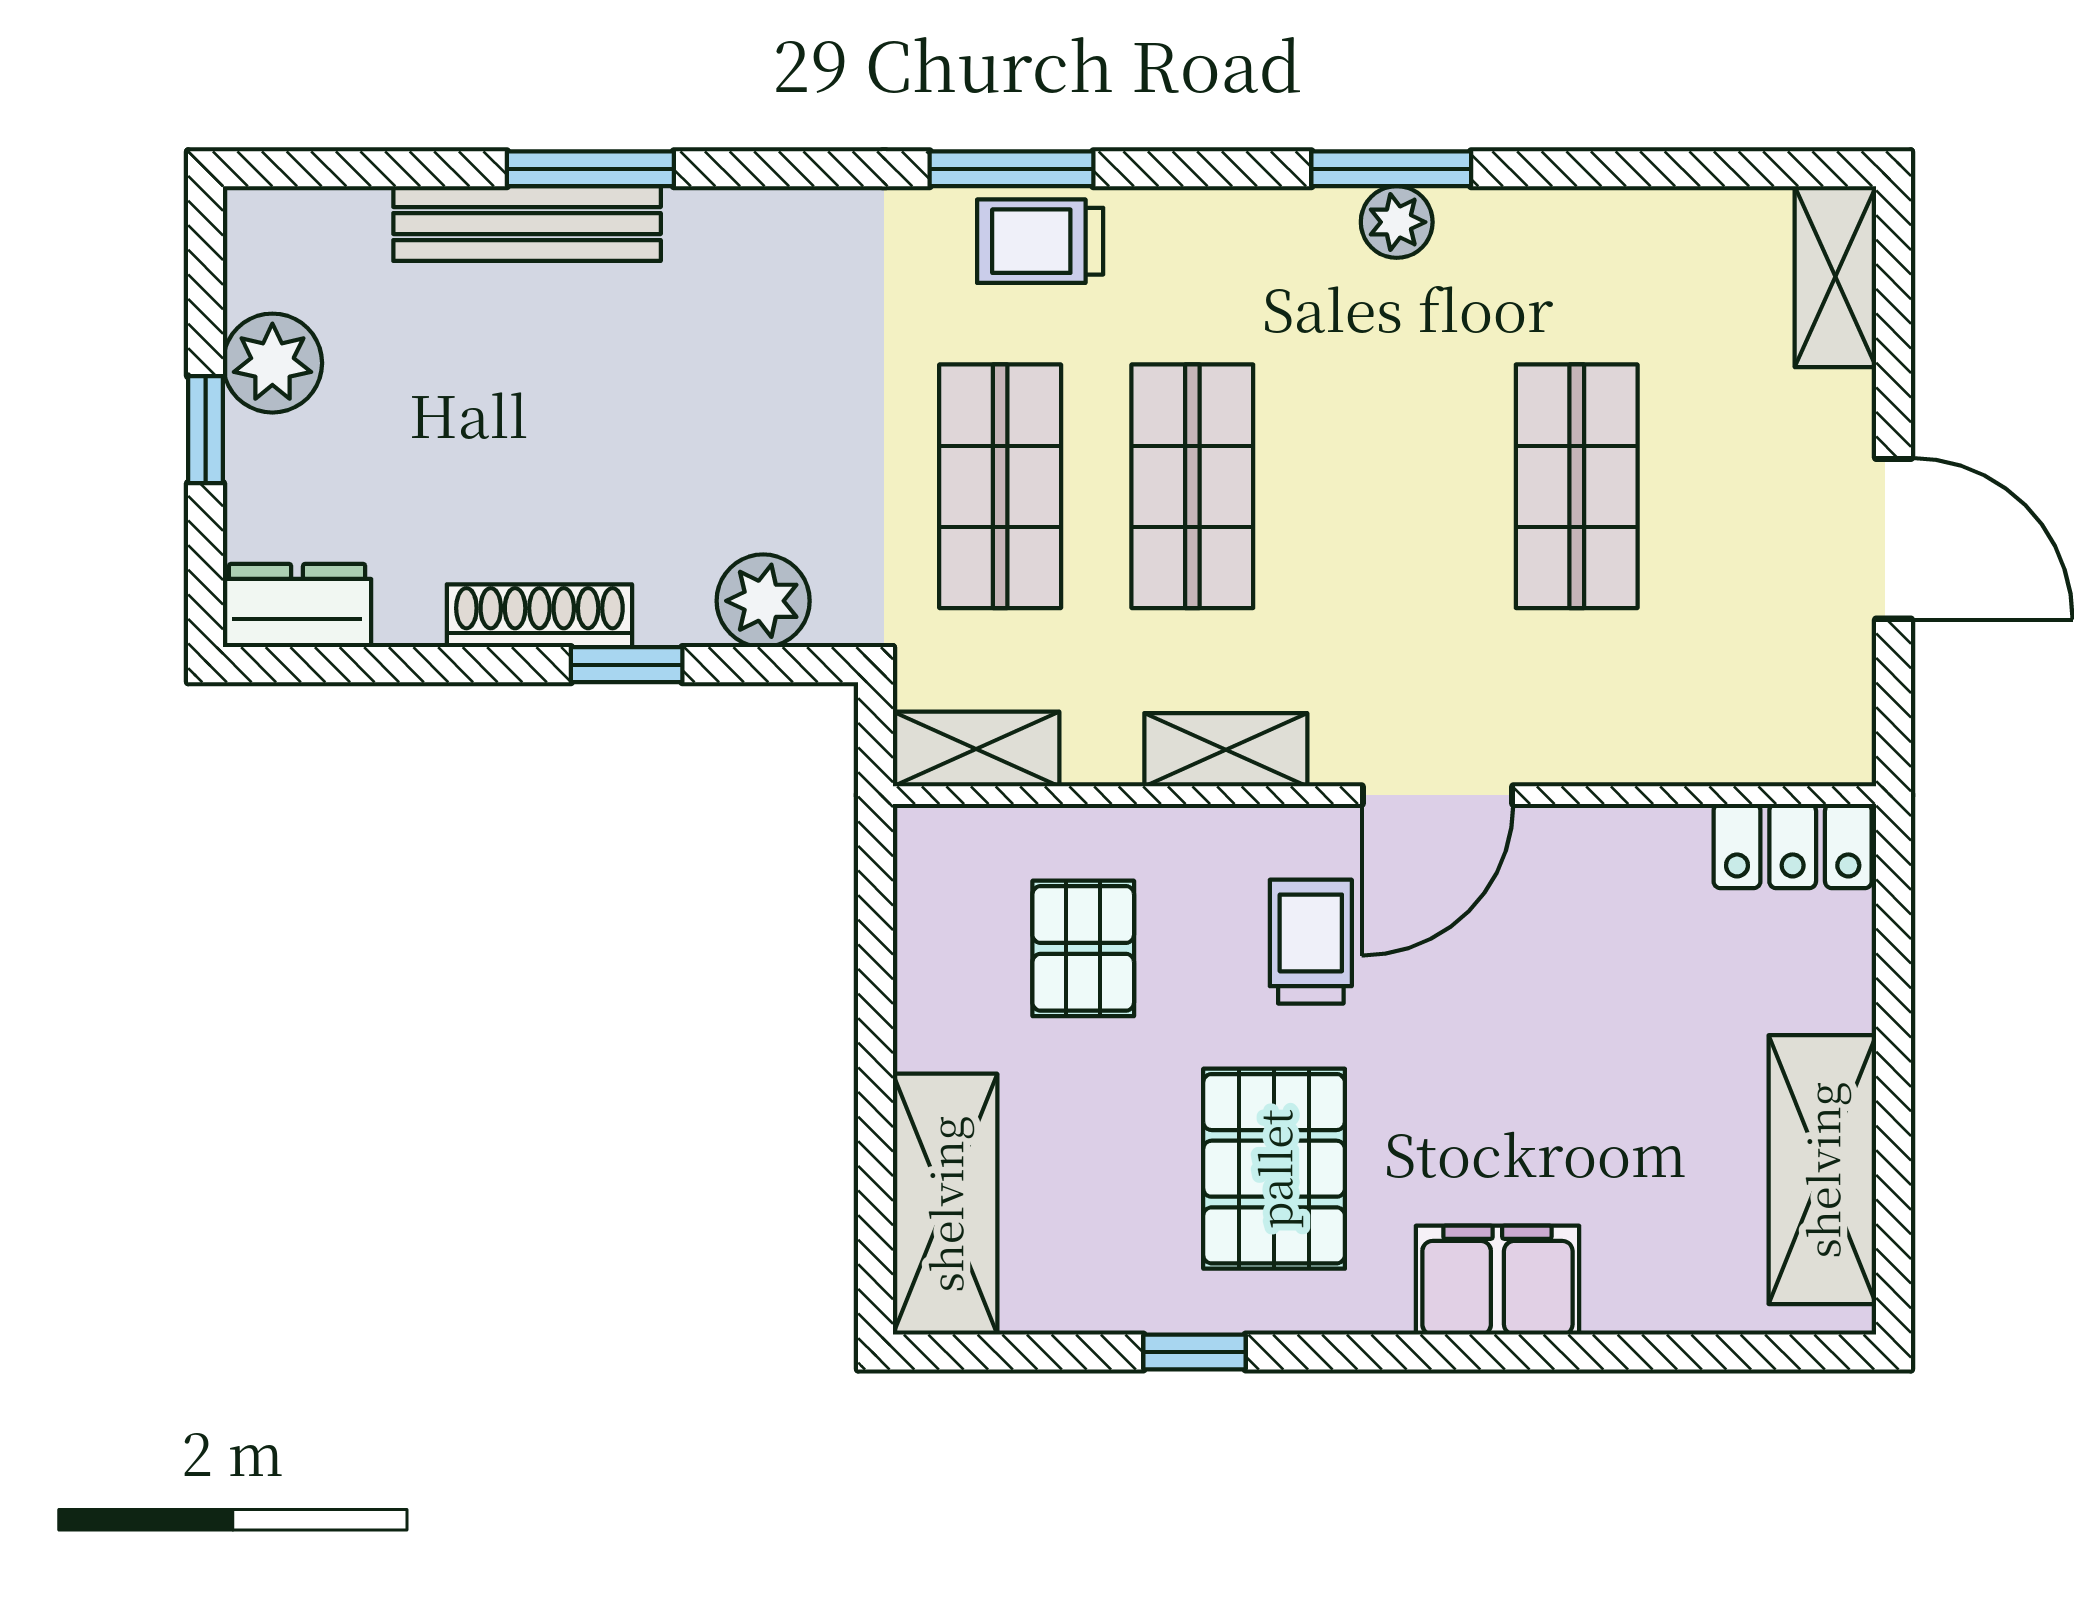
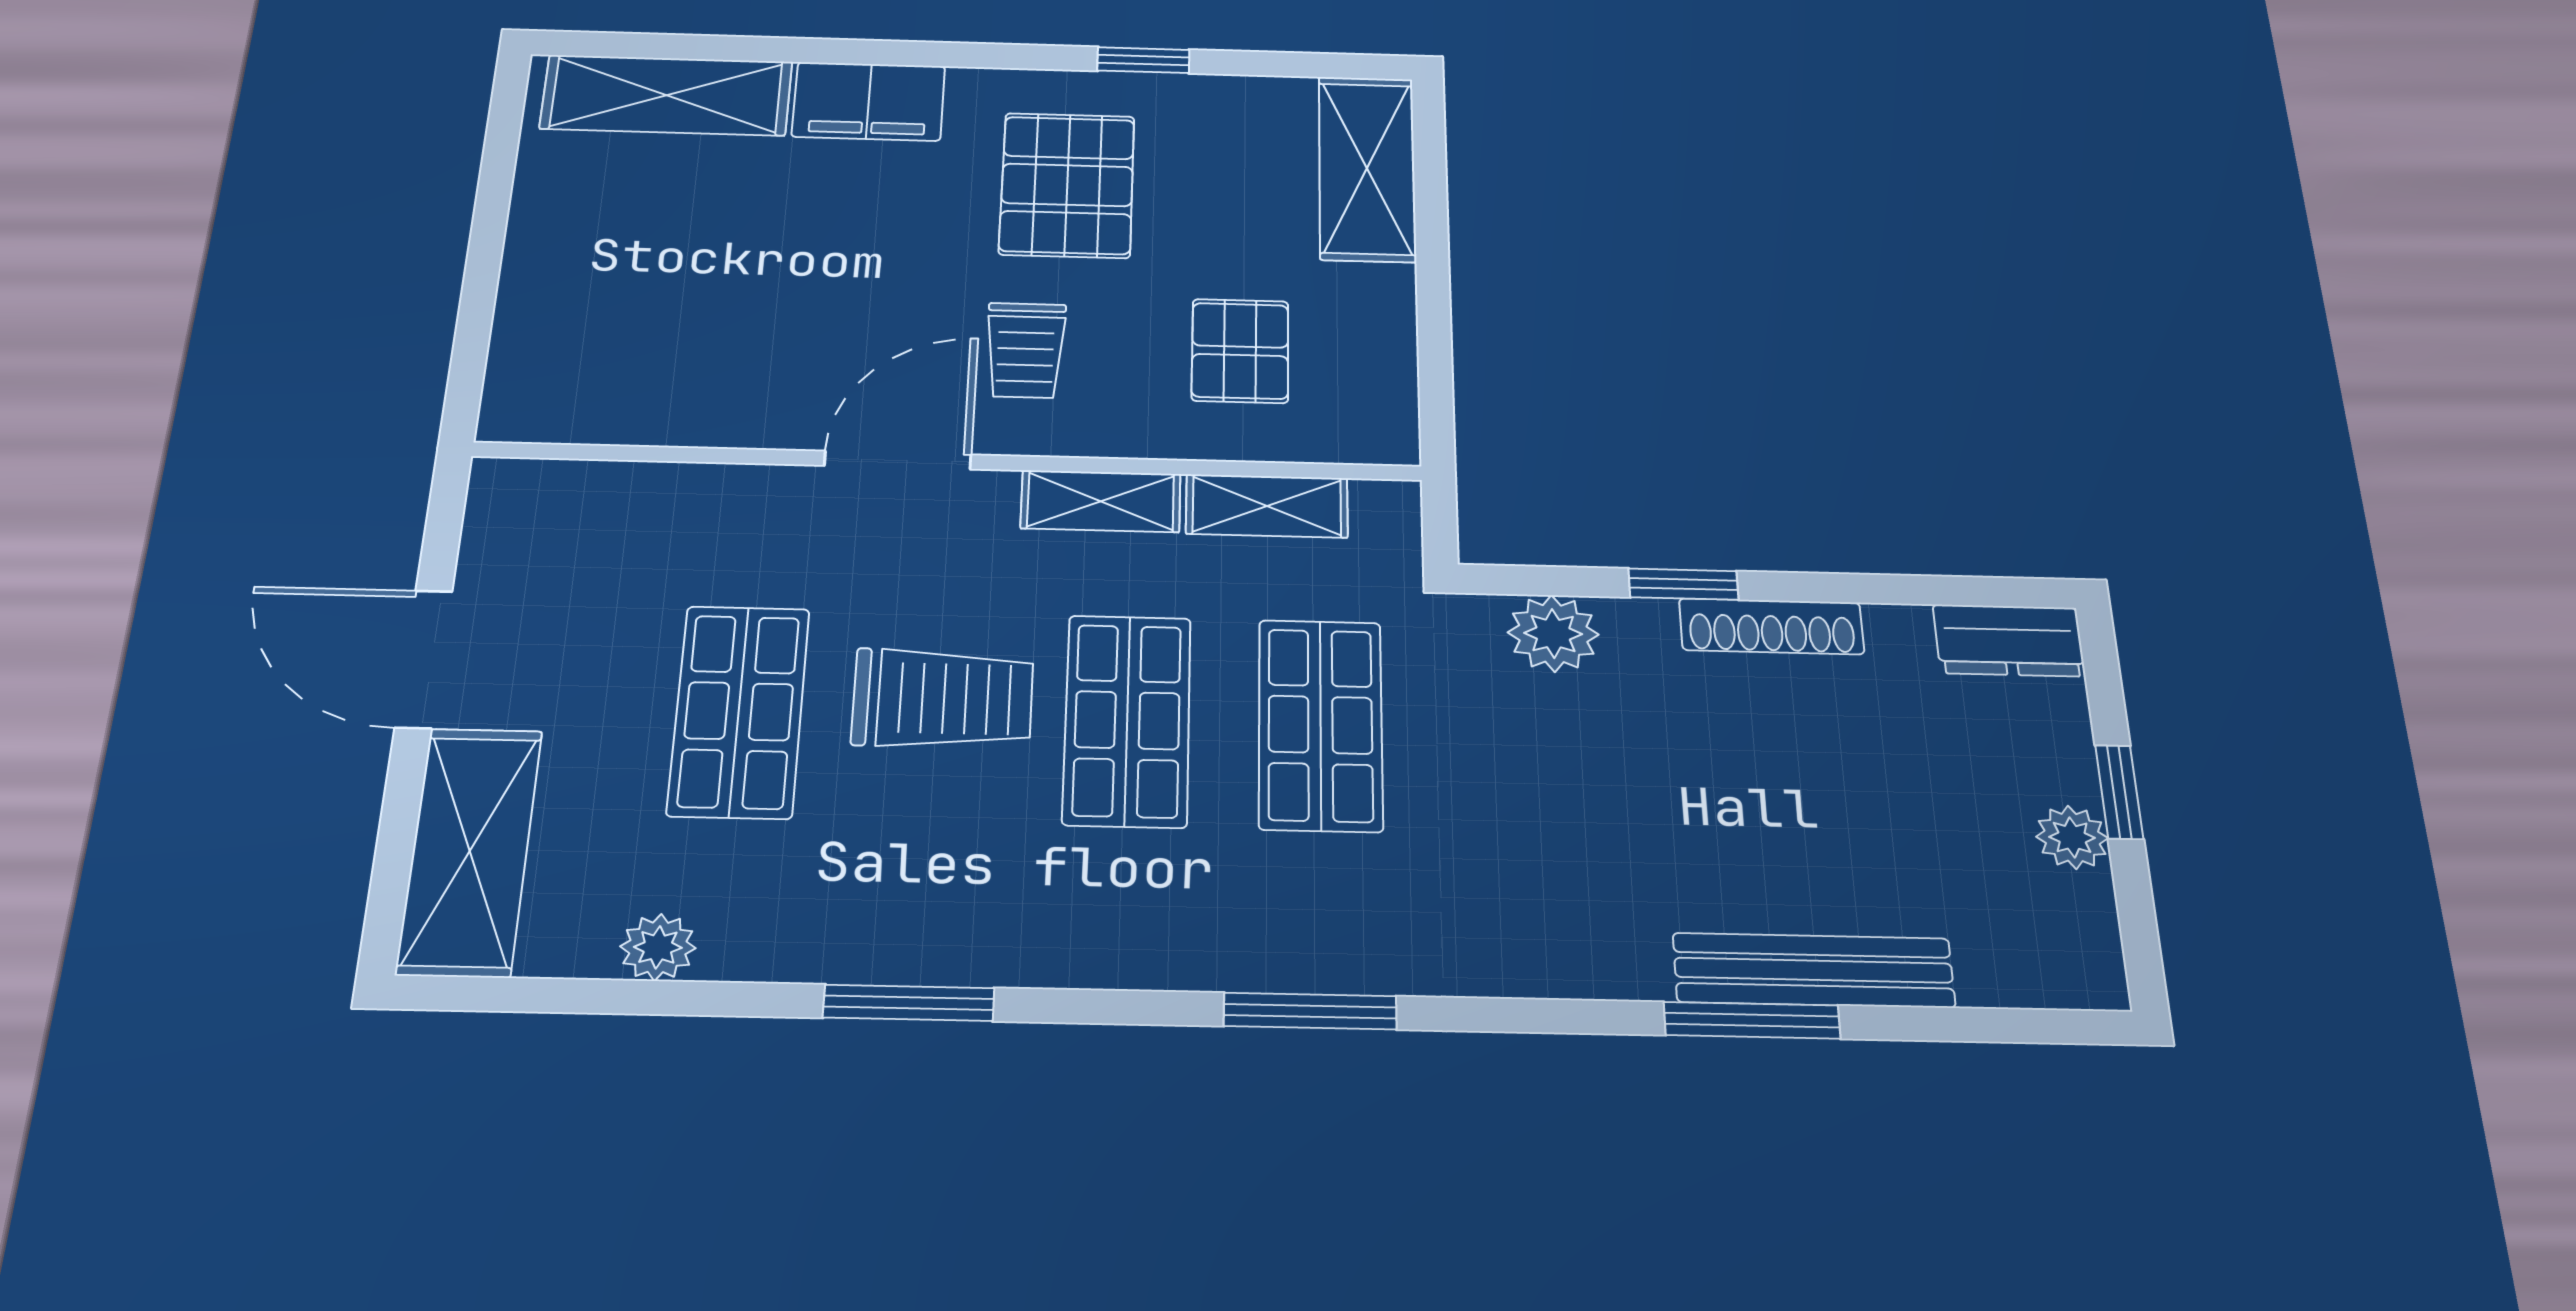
plant: (1397, 222) -> (658, 947), moved
trolley: (1040, 241) -> (943, 698), moved, width x1.36, depth x1.39
shelving: (1835, 277) -> (470, 851), width x1.50, depth x1.33
plant: (272, 363) -> (2072, 837), width x0.73, depth x0.73
shelving: (976, 749) -> (1267, 506), moved
locker: (1793, 846) -> (559, 411), removed
shelving: (1822, 1170) -> (667, 95), moved, turned 90

